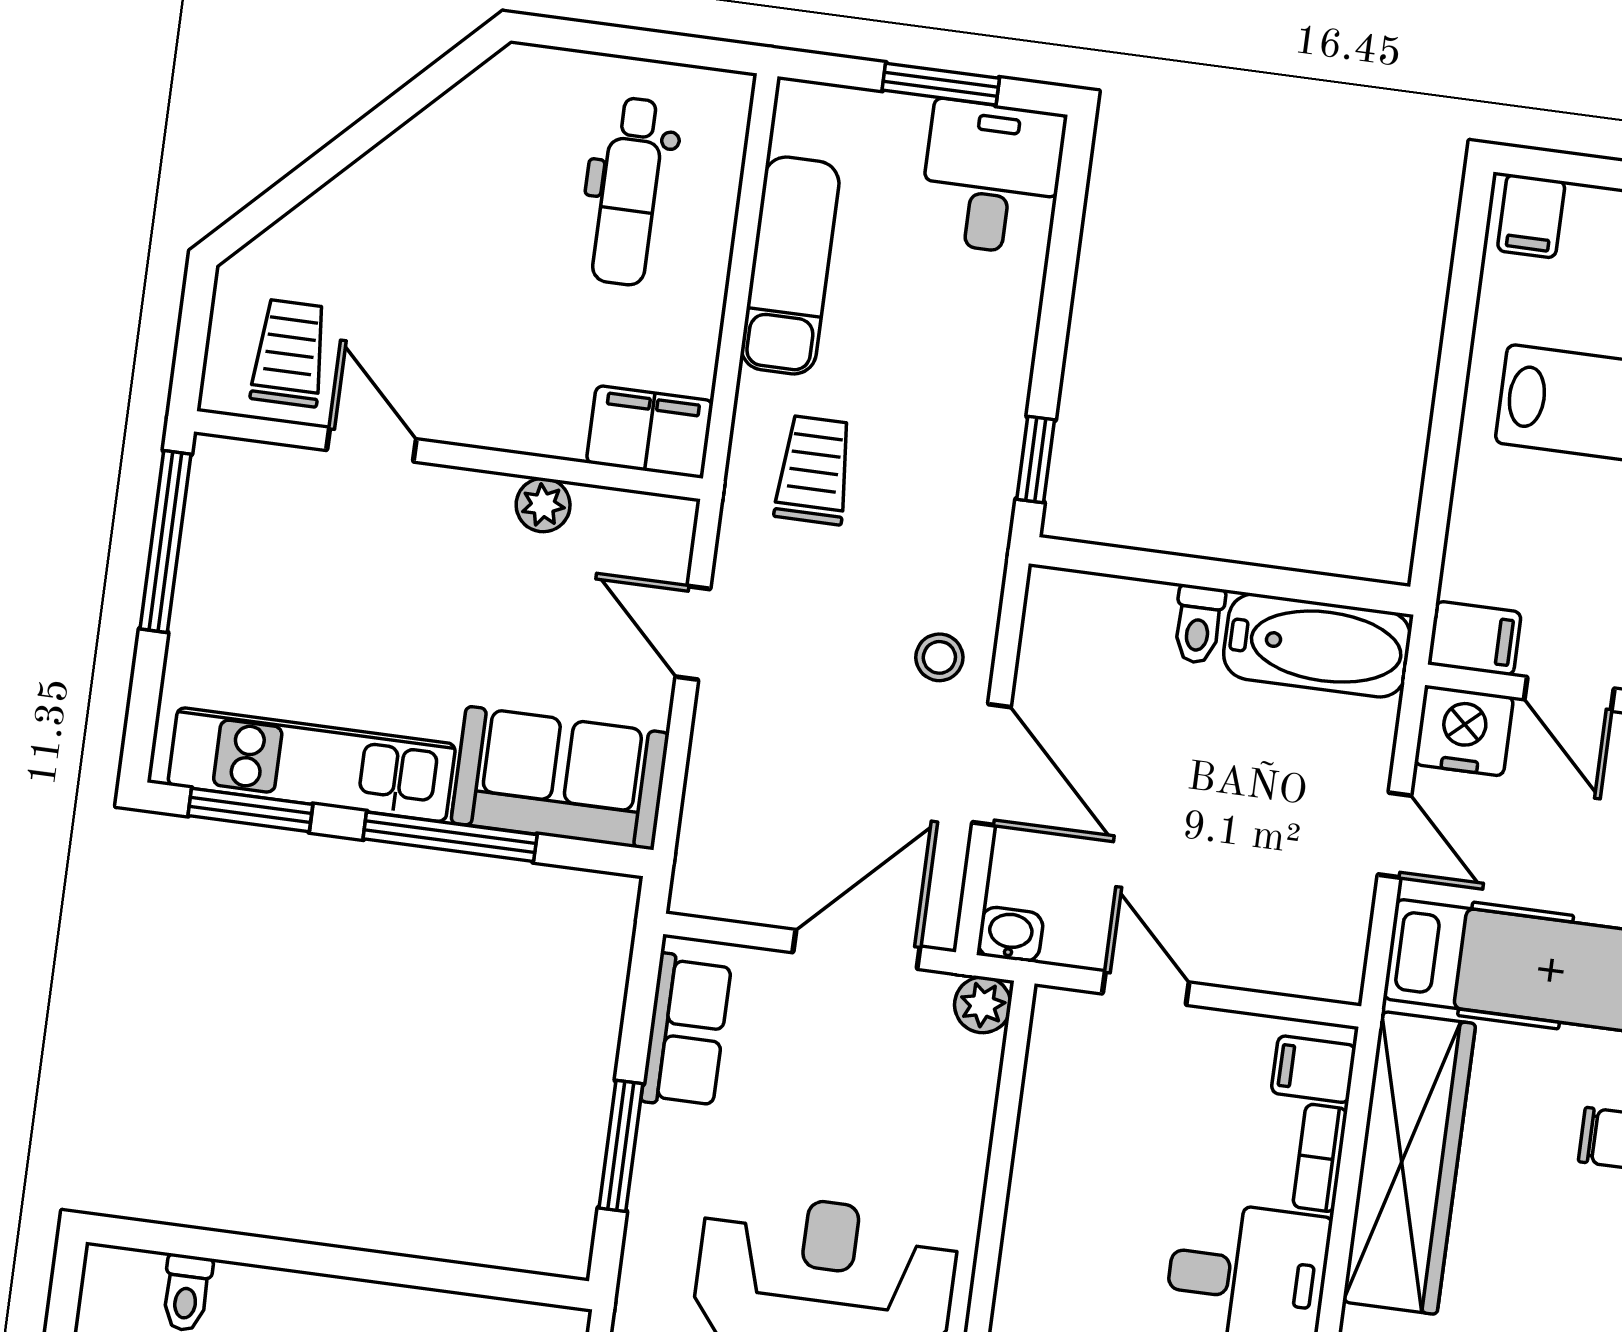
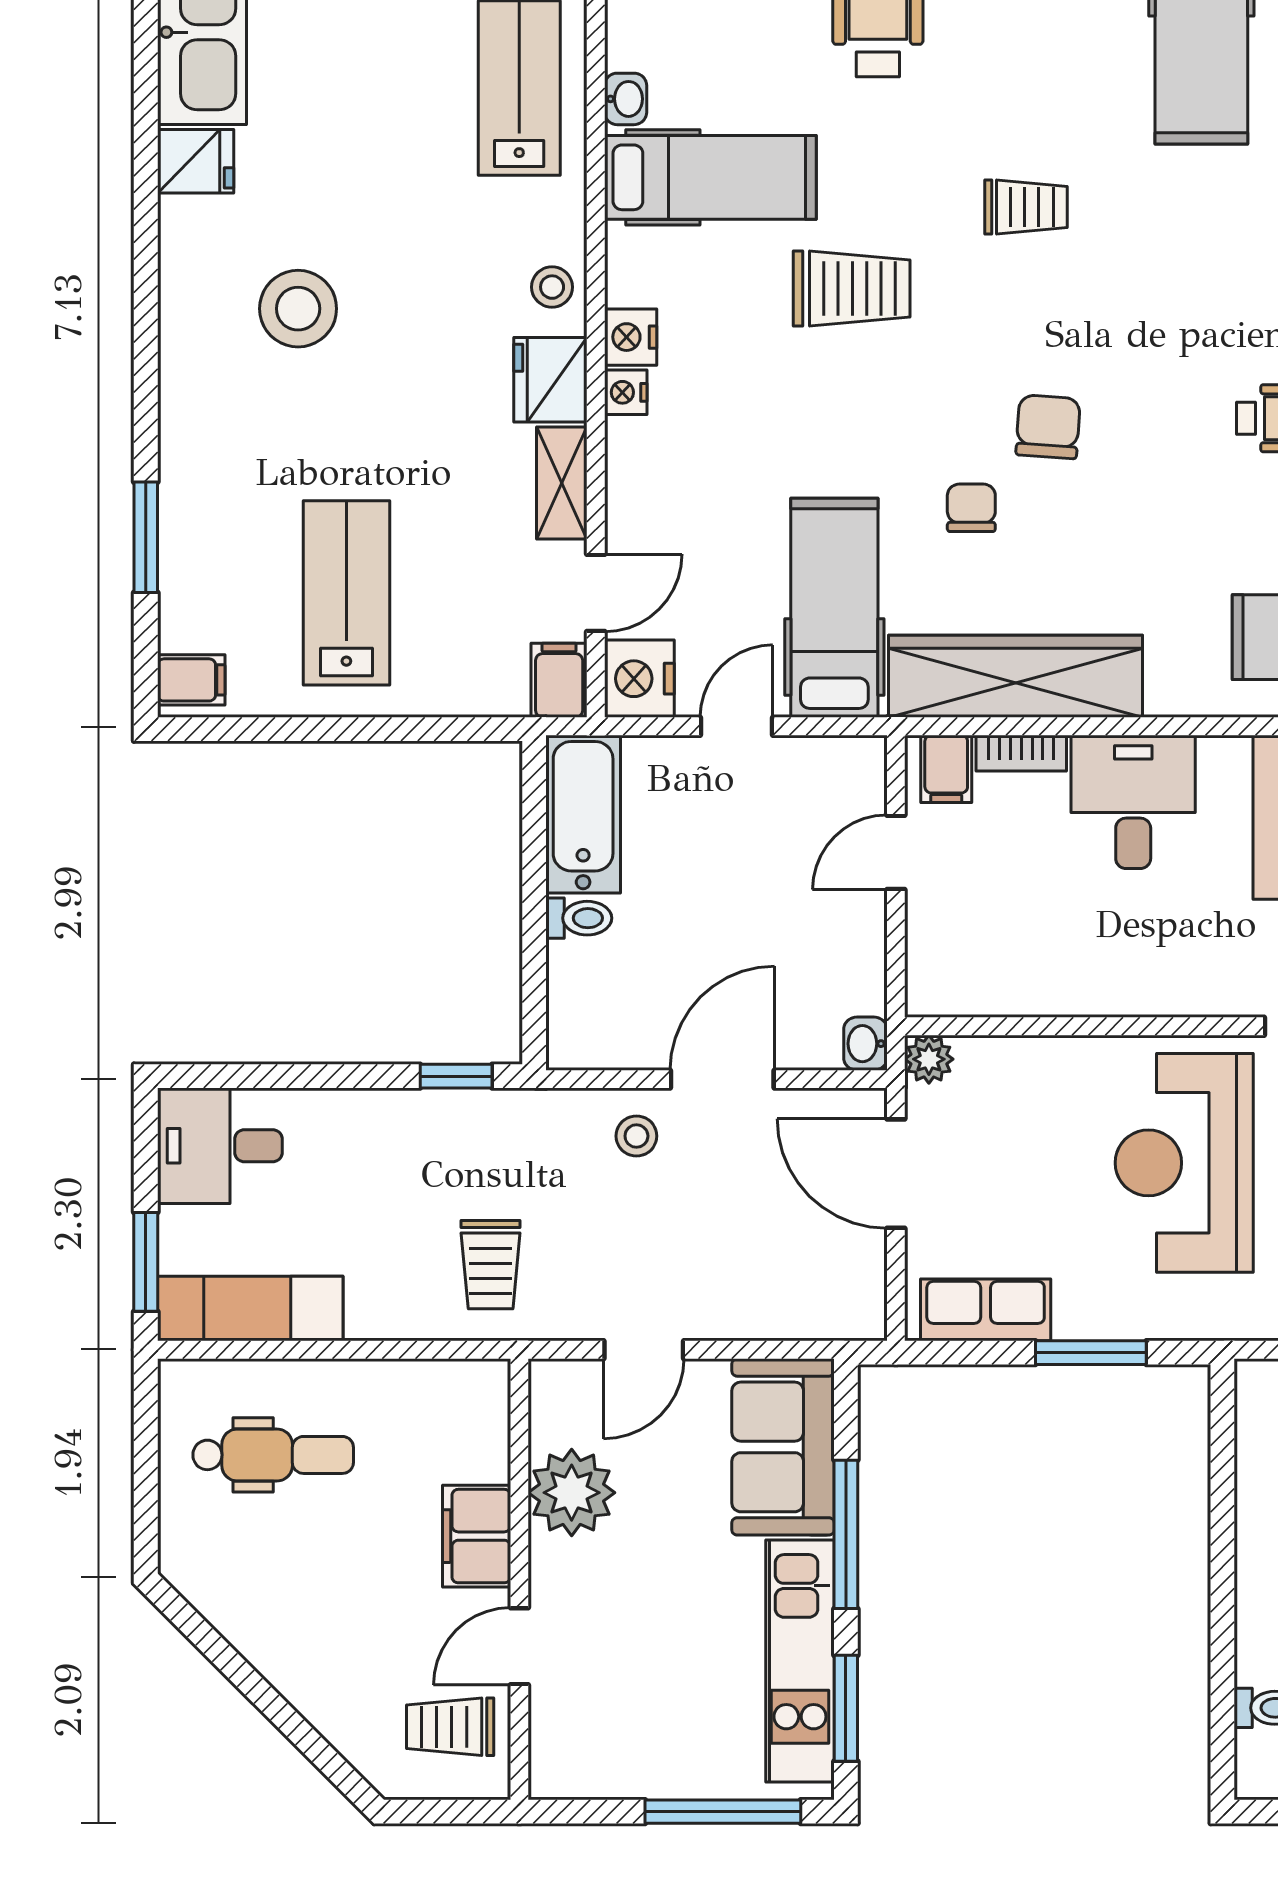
window: (941, 84) -> (146, 1262), moved
exam couch: (790, 265) -> (250, 1309), moved
filing cabinet: (650, 432) -> (477, 1536), moved
trolley: (814, 470) -> (491, 1265), turned -90
plant: (543, 505) -> (572, 1493), width x1.88, depth x1.88
window: (165, 541) -> (723, 1812), moved
door: (1146, 988) -> (896, 852), moved

